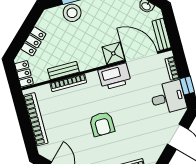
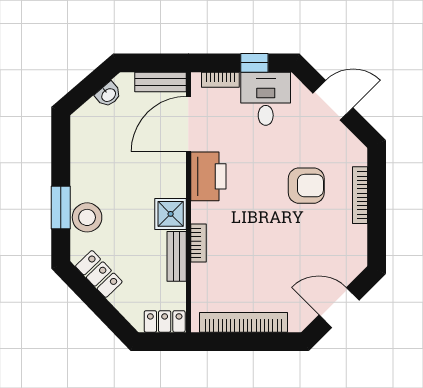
locker: (33, 41) -> (99, 274), moved
shower: (113, 53) -> (171, 214), moved
bookcase: (68, 83) -> (198, 243), width x0.64
armchair: (102, 124) -> (306, 186), moved

